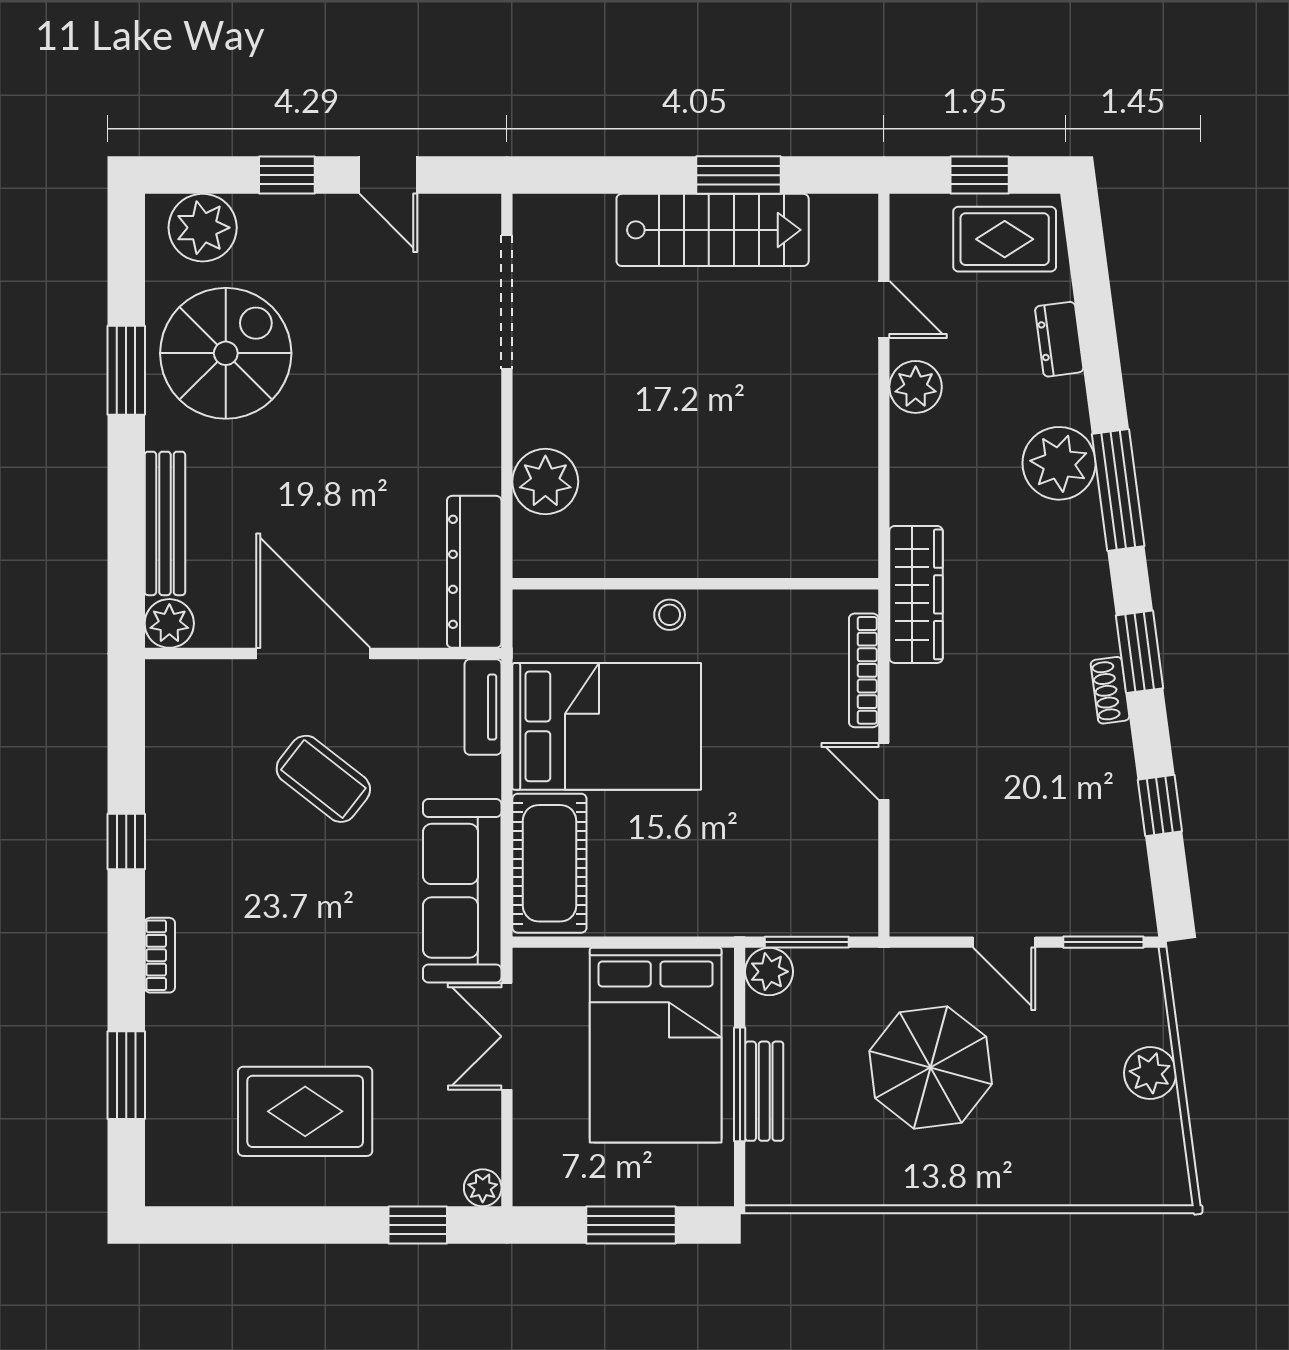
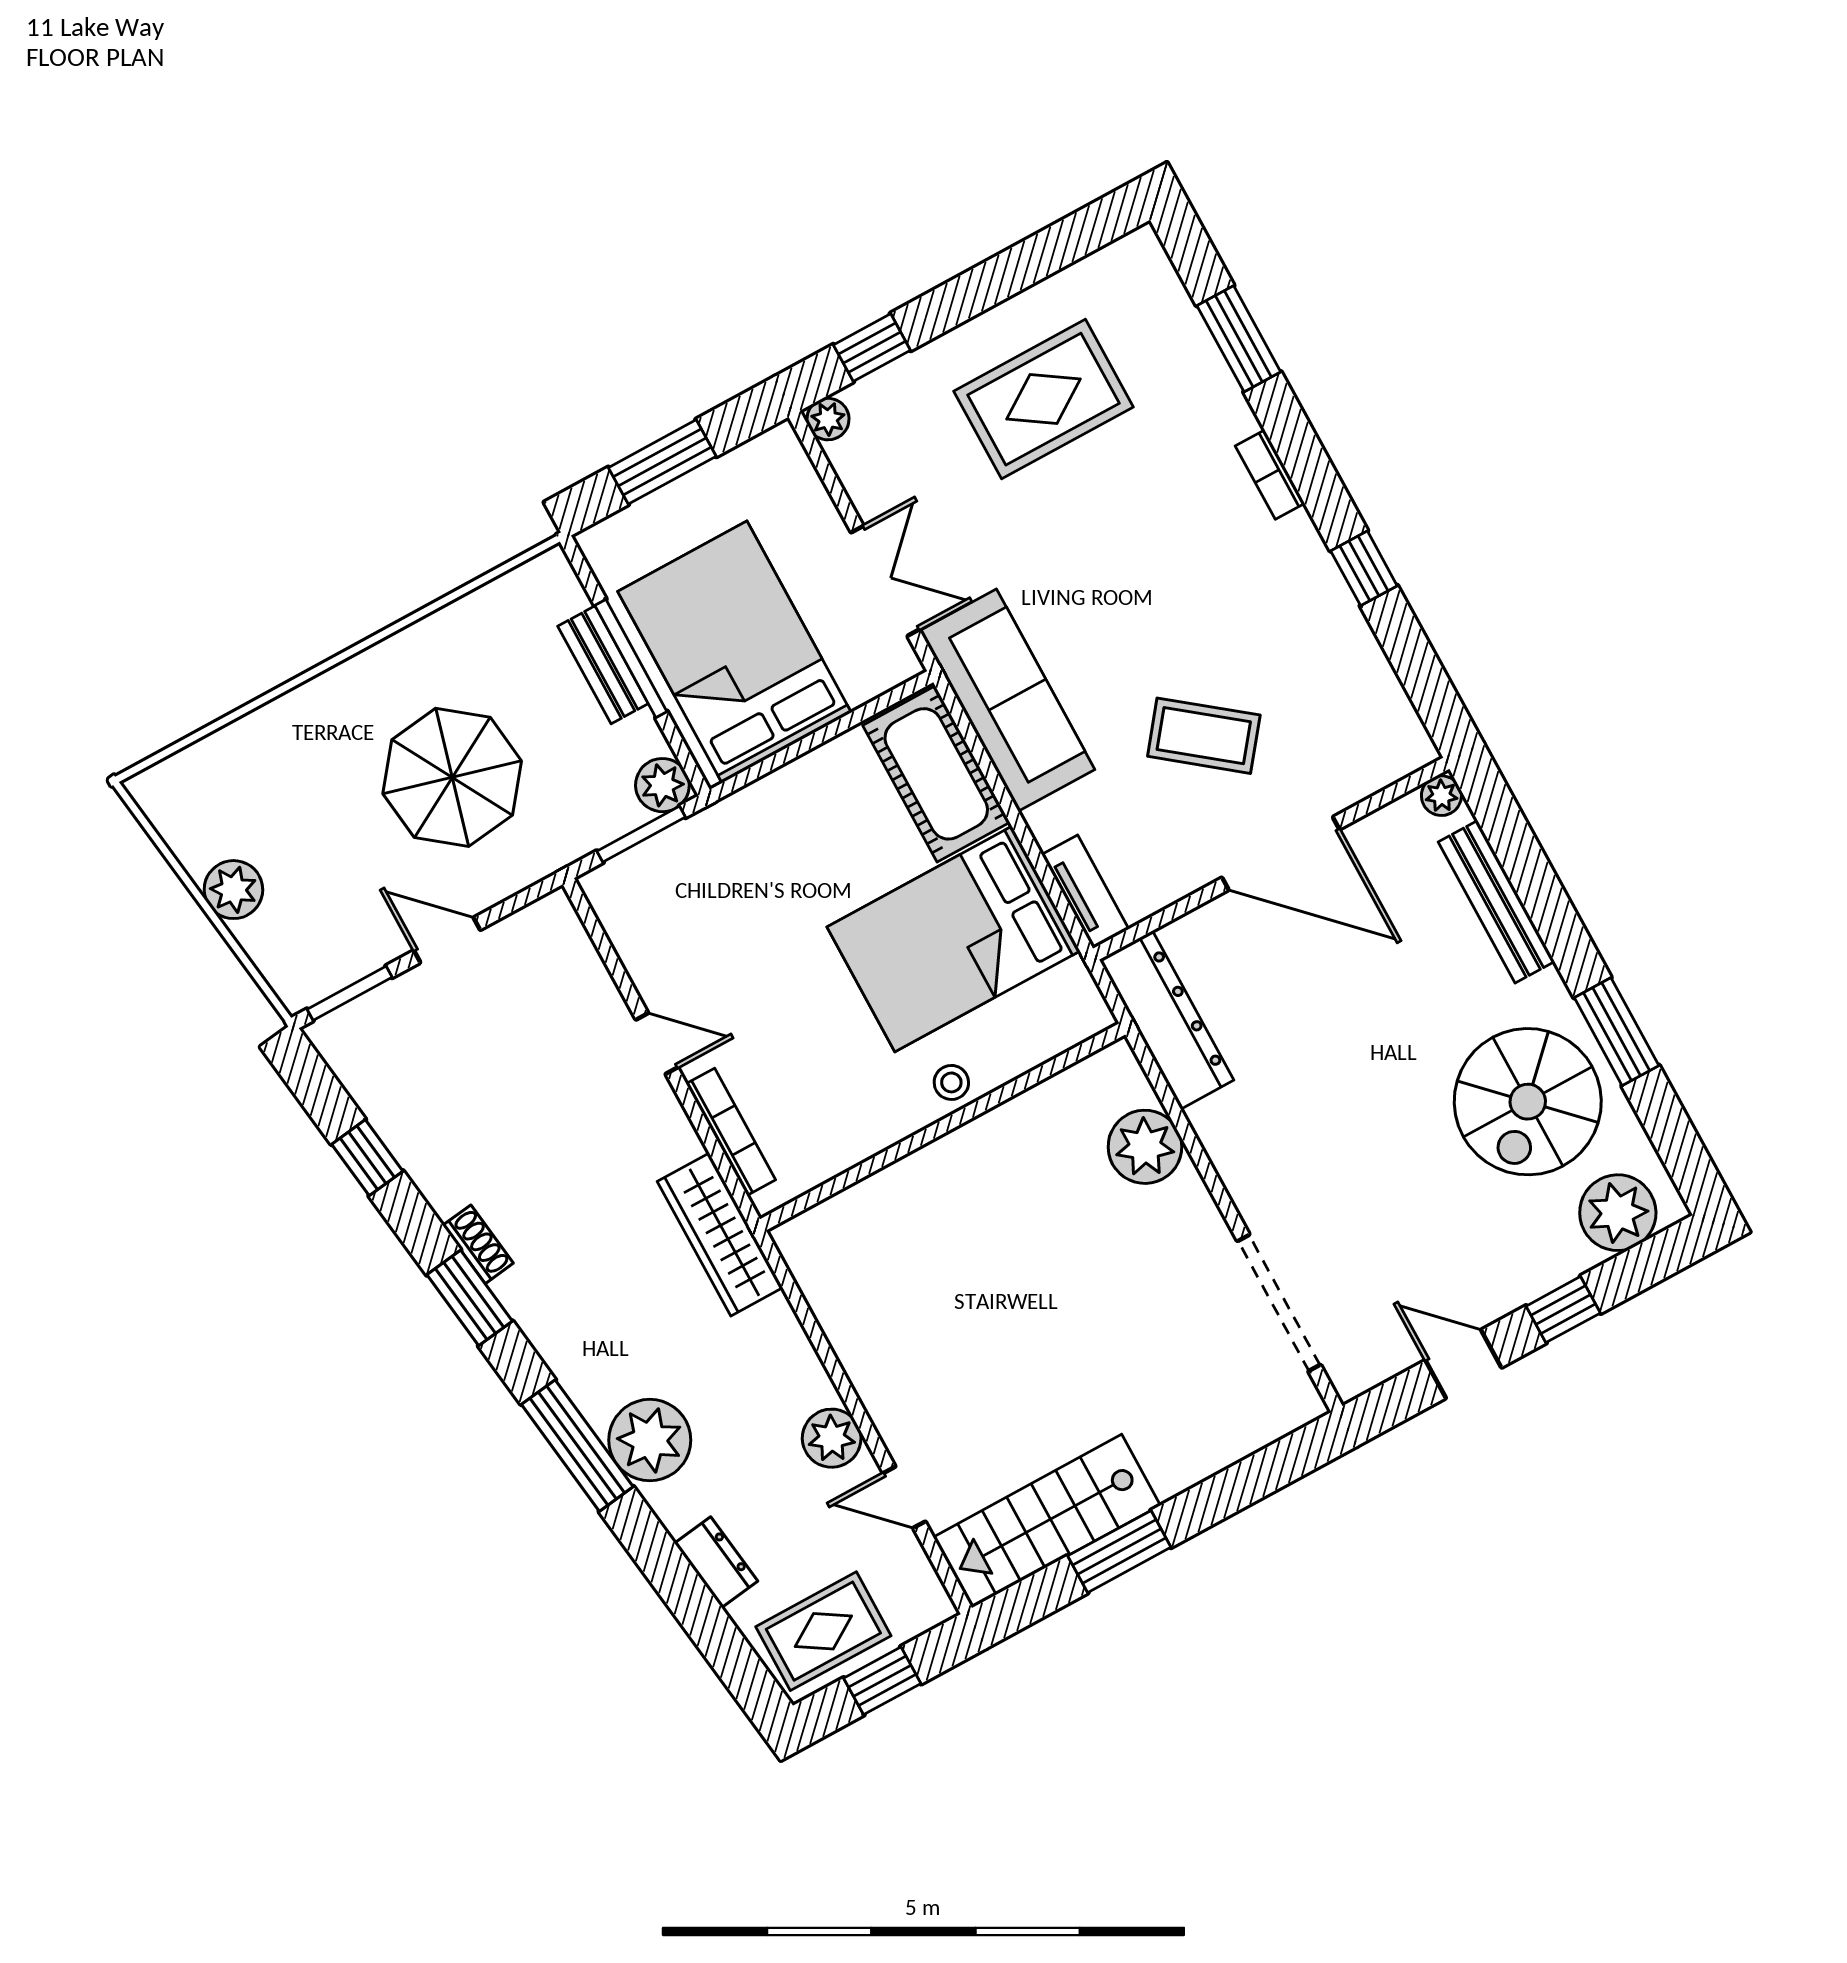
stairs: (713, 230) -> (1047, 1521), moved
plant: (169, 623) -> (1441, 796), width x0.73, depth x0.73

